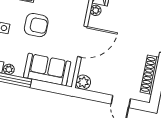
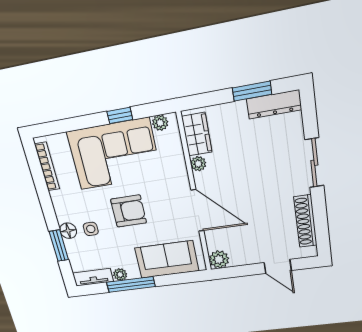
door: (83, 42) -> (197, 211), hinge flipped

